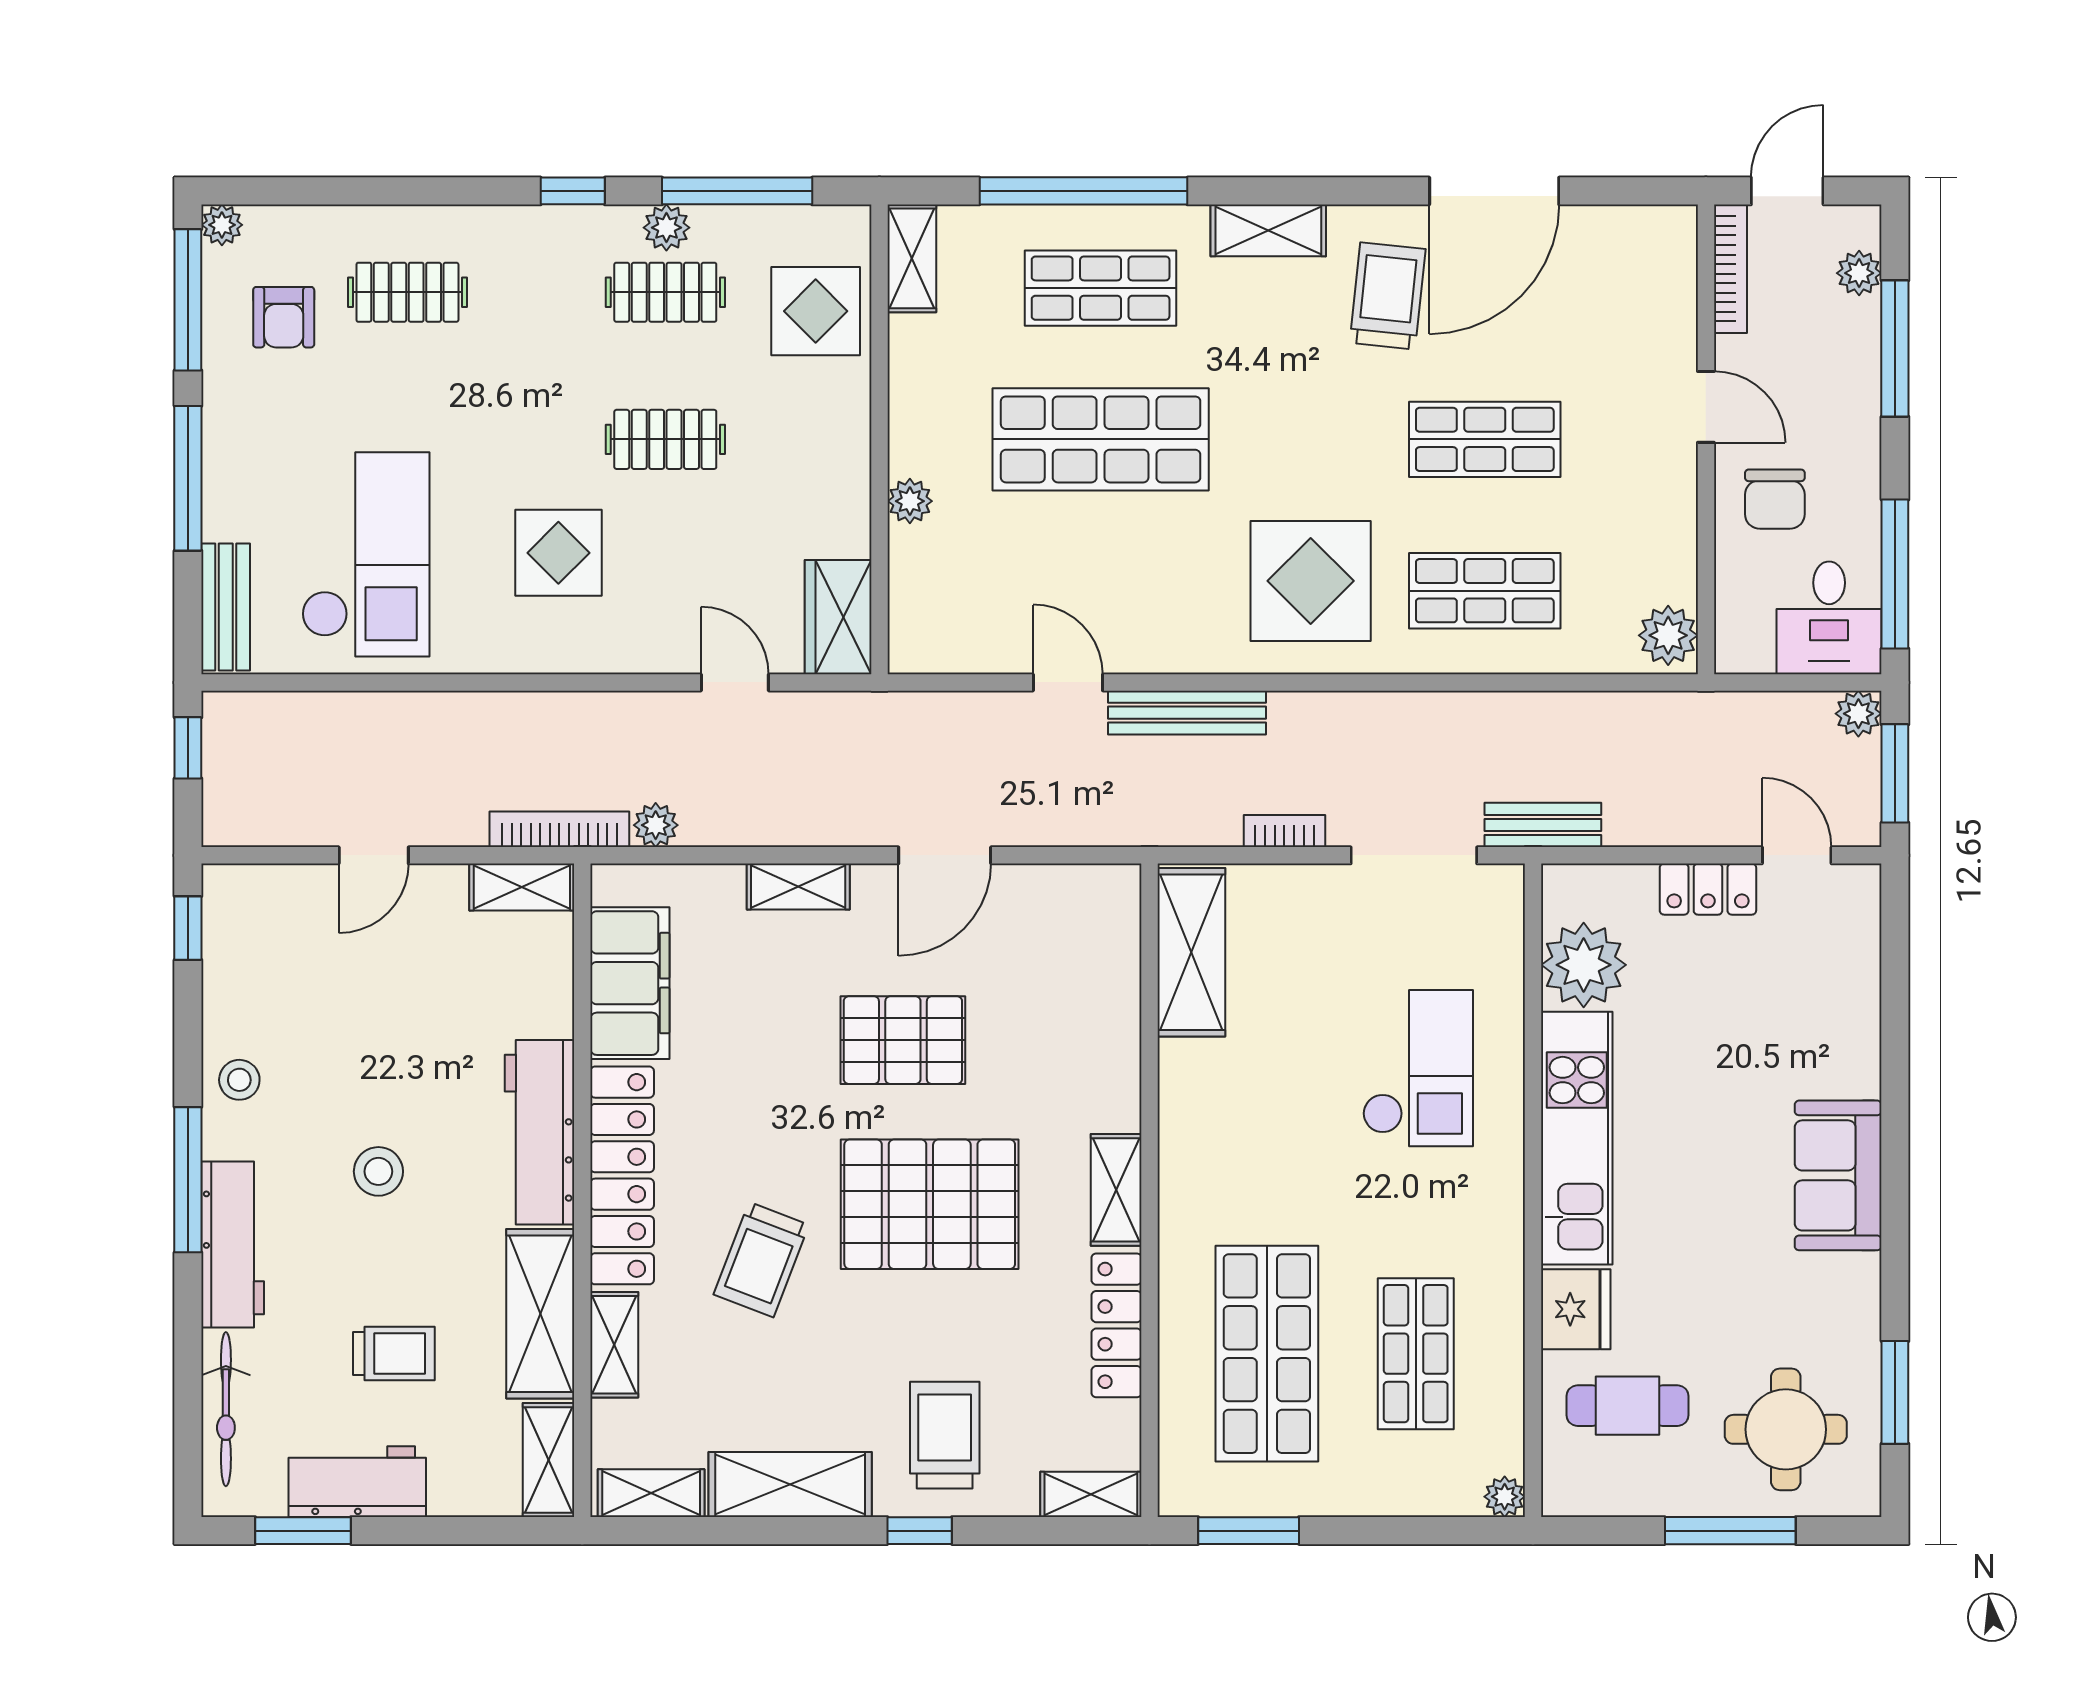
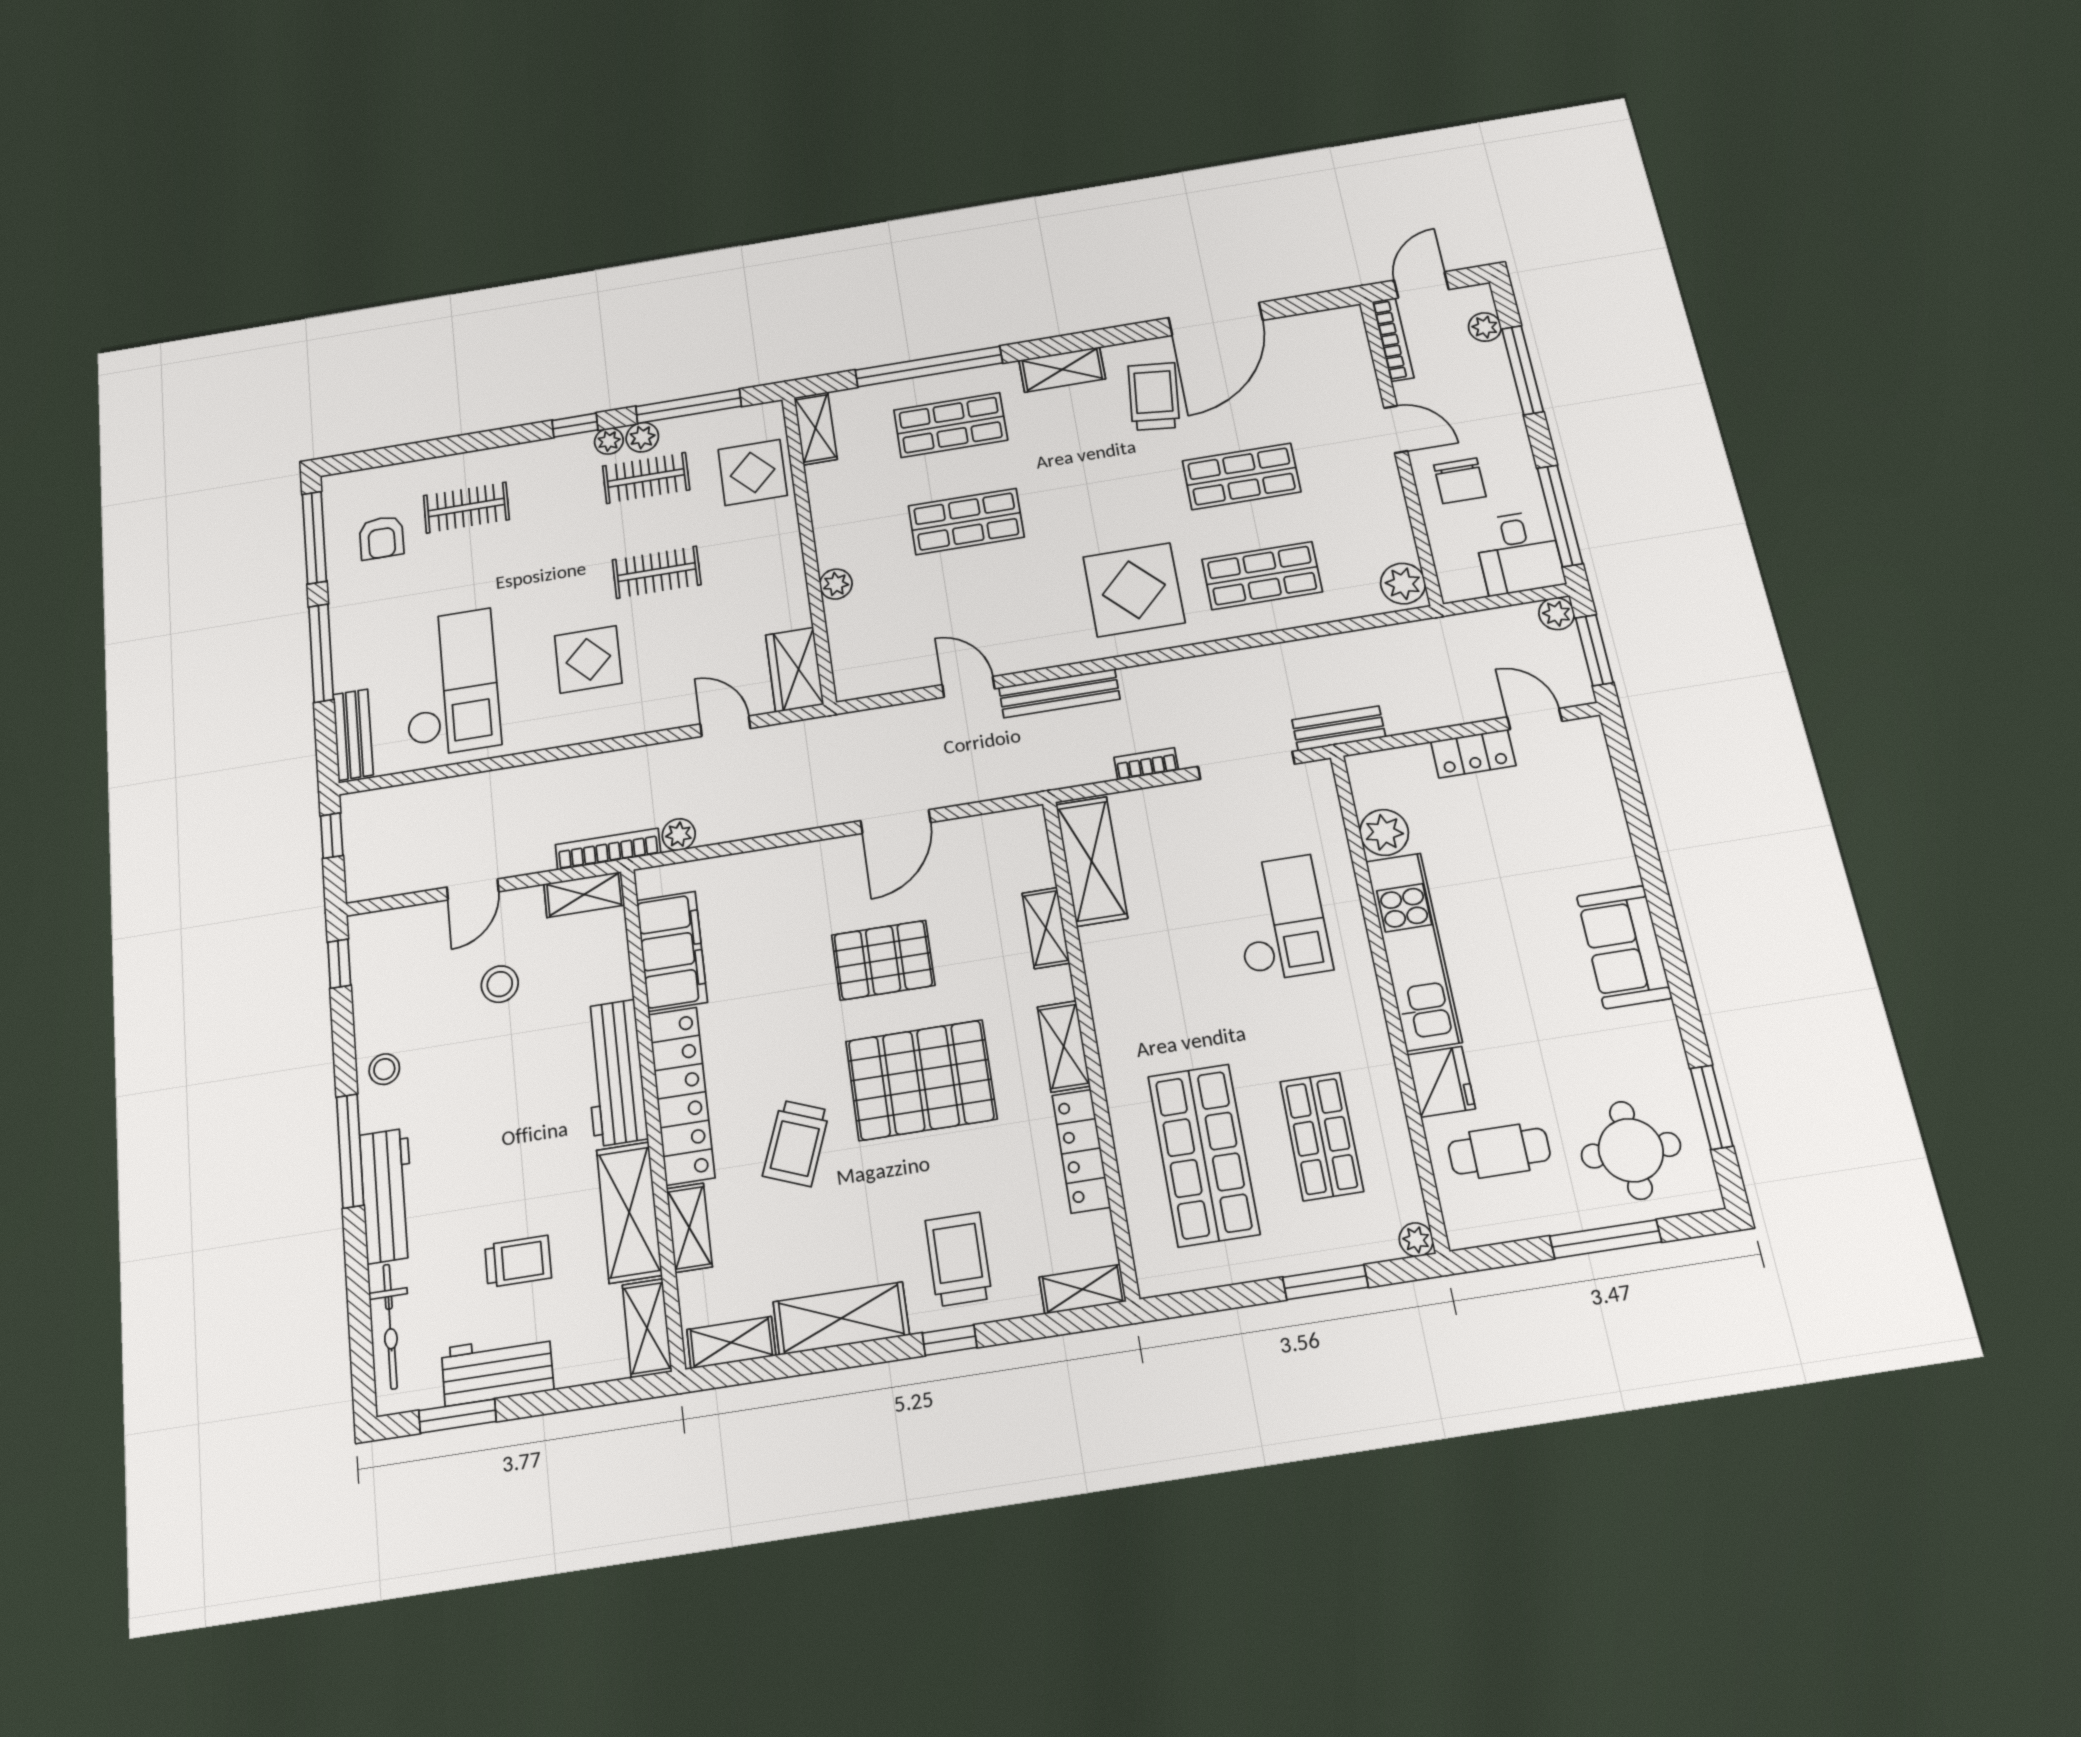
plant: (222, 225) -> (609, 441), moved
shop shelf: (1101, 439) -> (966, 521), width x0.70, depth x0.74
shelving: (798, 887) -> (1046, 928), moved, turned 90
plant: (1584, 965) -> (1384, 832), width x0.73, depth x0.73
stool: (378, 1171) -> (500, 984), moved
window: (1249, 1531) -> (1325, 1282), moved

